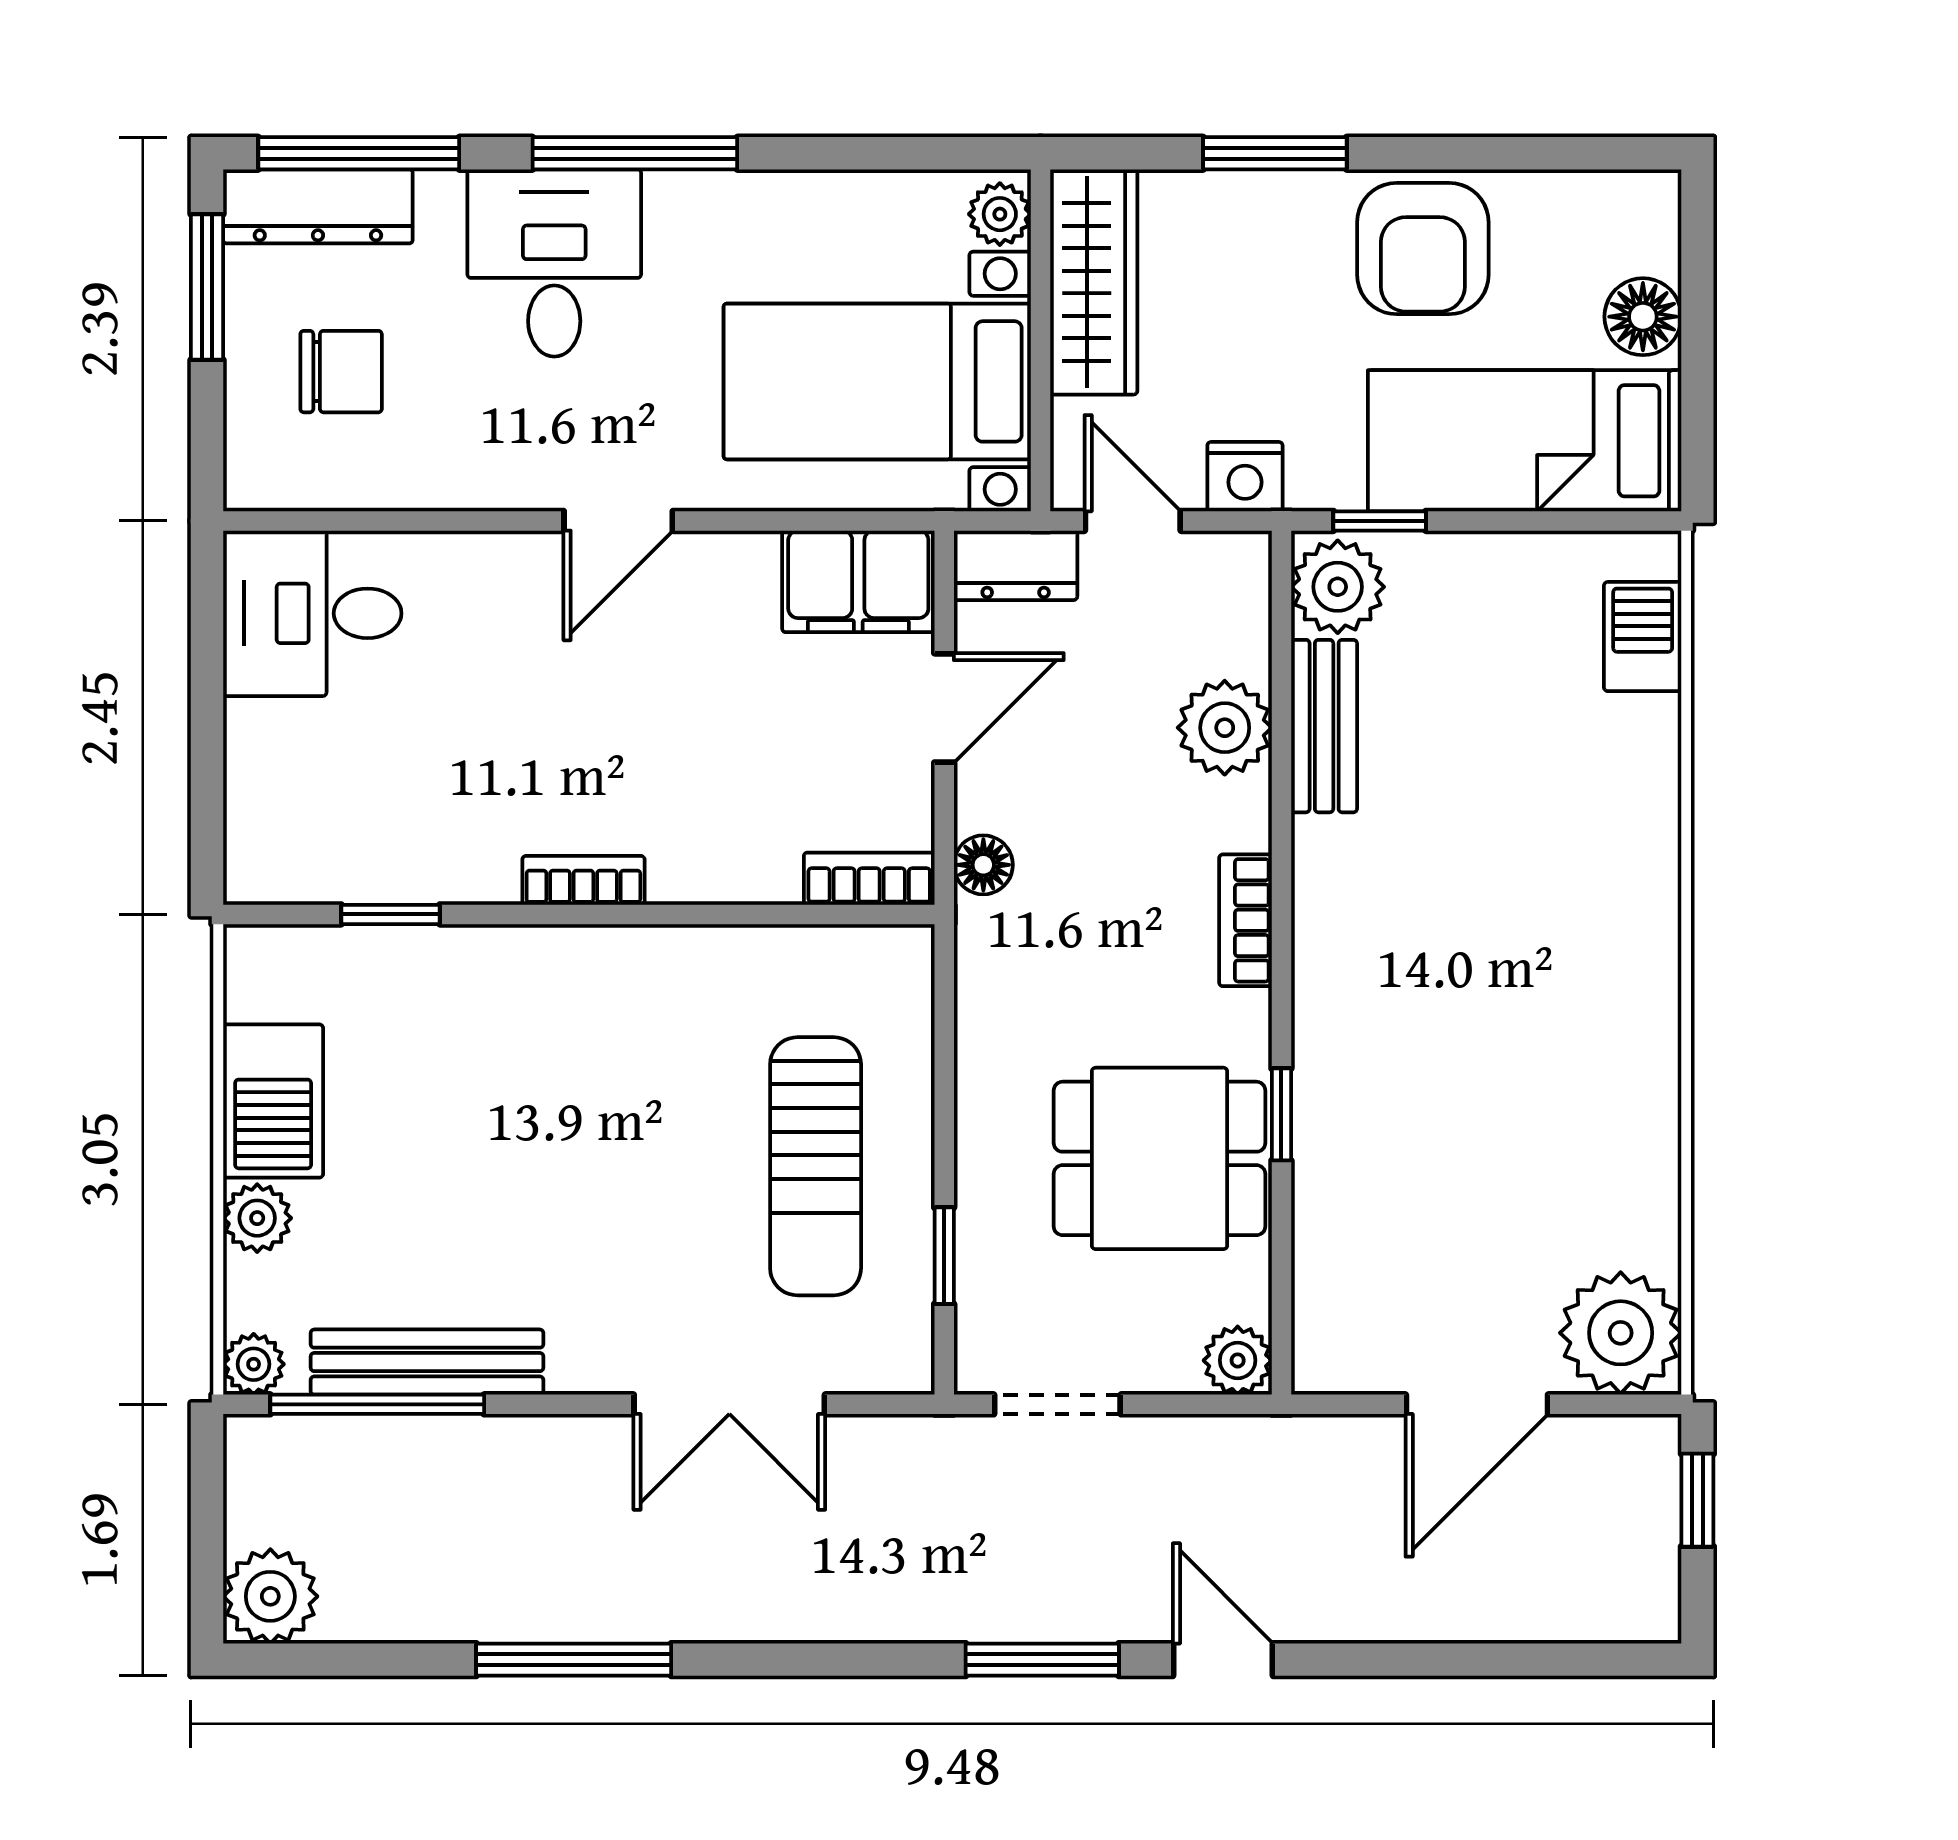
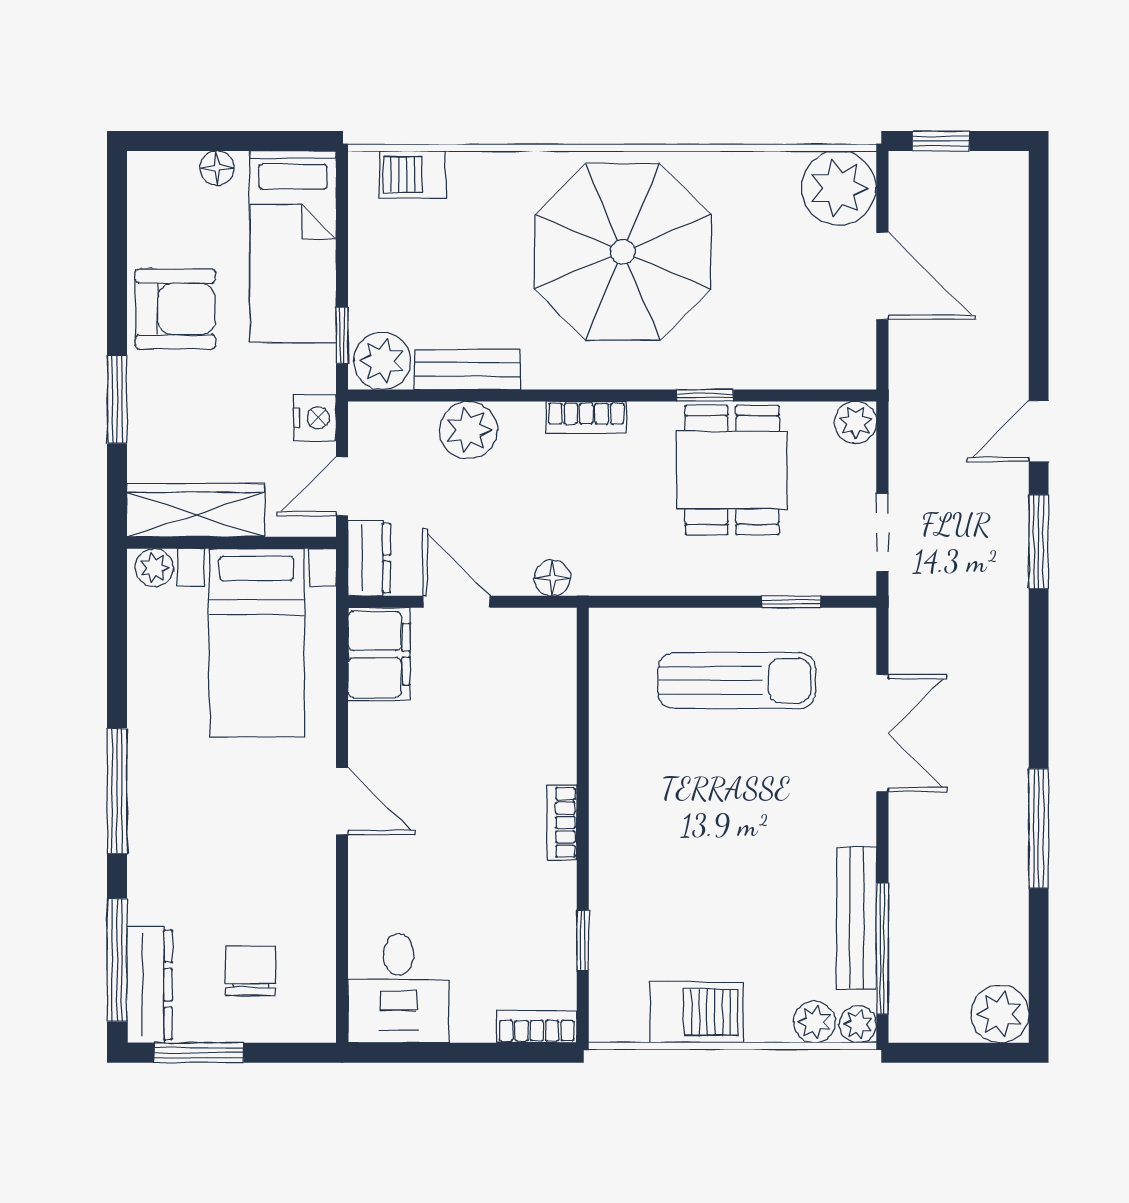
desk: (554, 263) -> (184, 840), removed
floor lamp: (1643, 317) -> (217, 168), width x0.73, depth x0.73
bookcase: (869, 879) -> (537, 1027), moved, turned 90
parasol: (1516, 980) -> (623, 252), added
plant: (257, 1218) -> (814, 1022), moved

